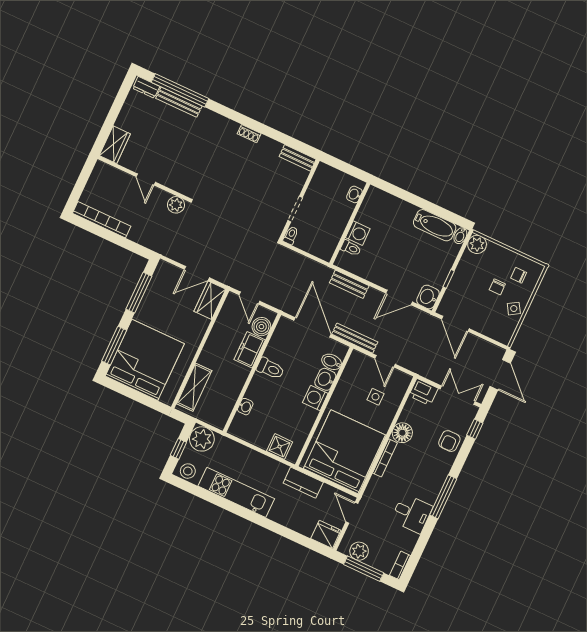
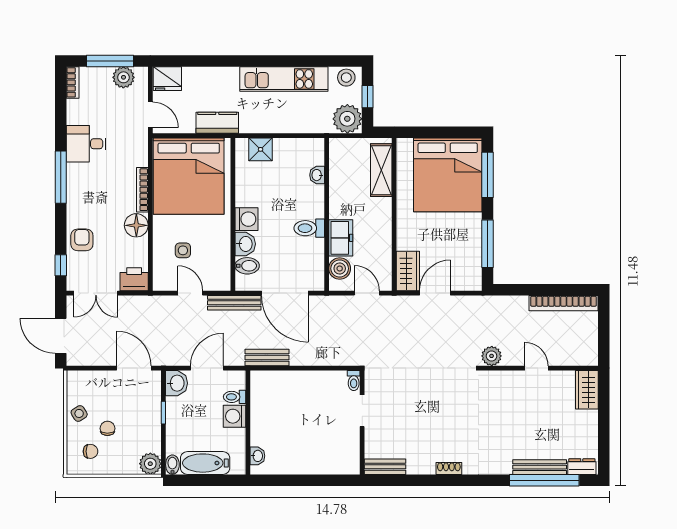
washbasin: (354, 194) -> (257, 456), moved
wall: (350, 224) -> (248, 422), moved
washing machine: (358, 233) -> (235, 416), moved
toilet: (351, 248) -> (235, 397), moved

